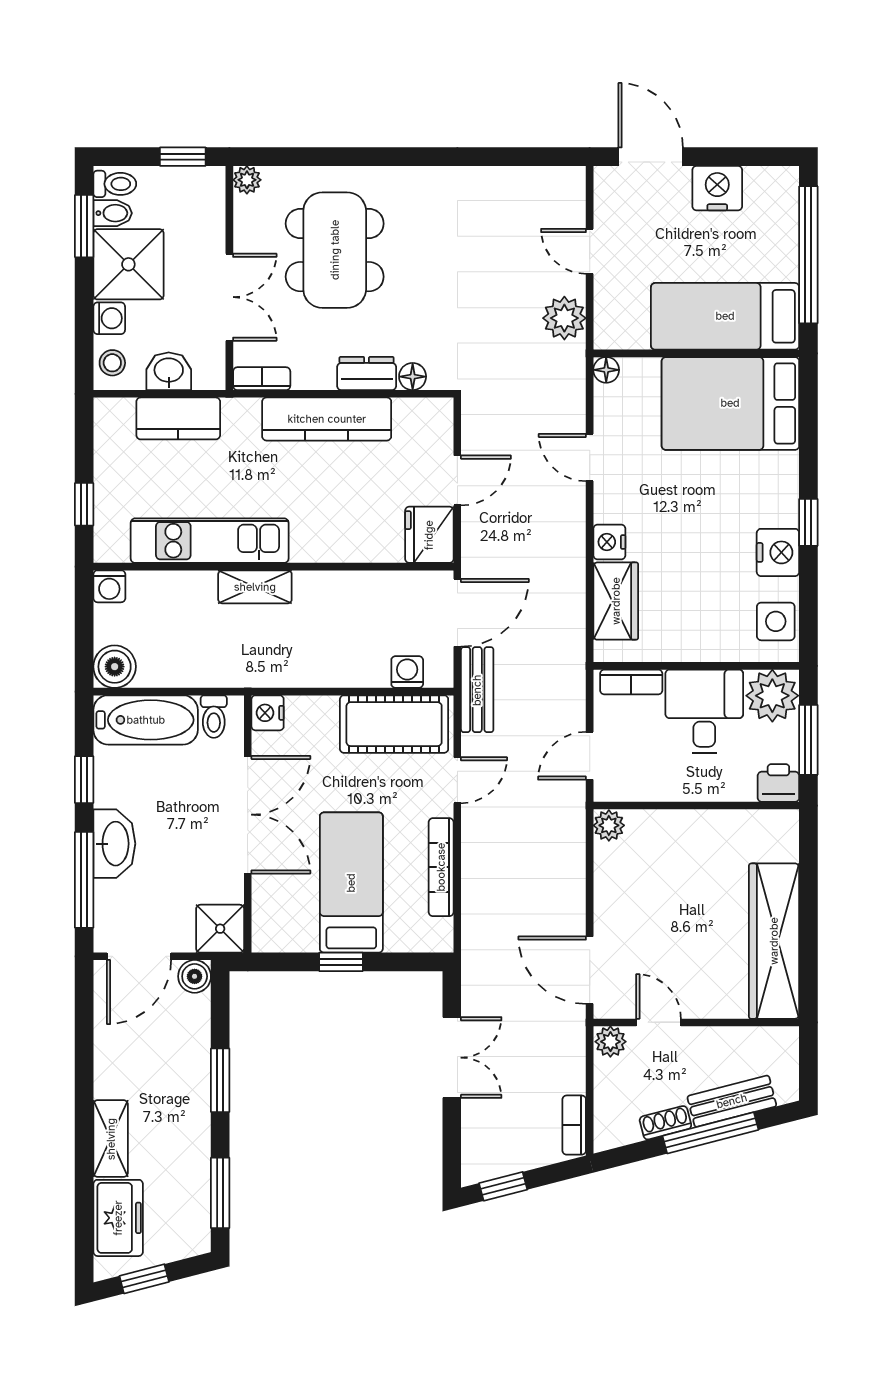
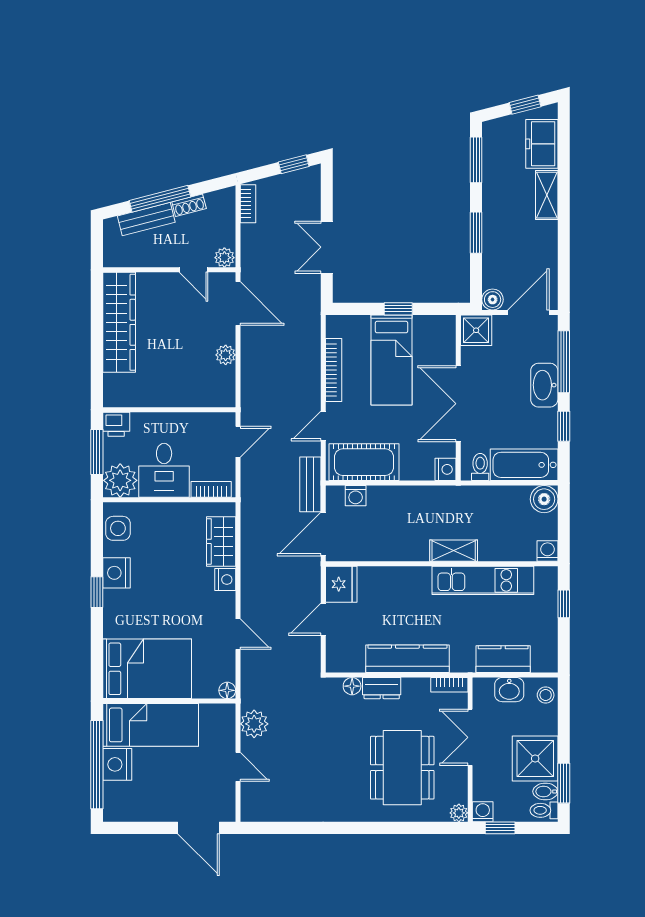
nightstand: (717, 188) -> (117, 764), moved, turned 90
washing machine: (109, 318) -> (483, 812), moved, turned 90
plant: (609, 825) -> (226, 355), moved

